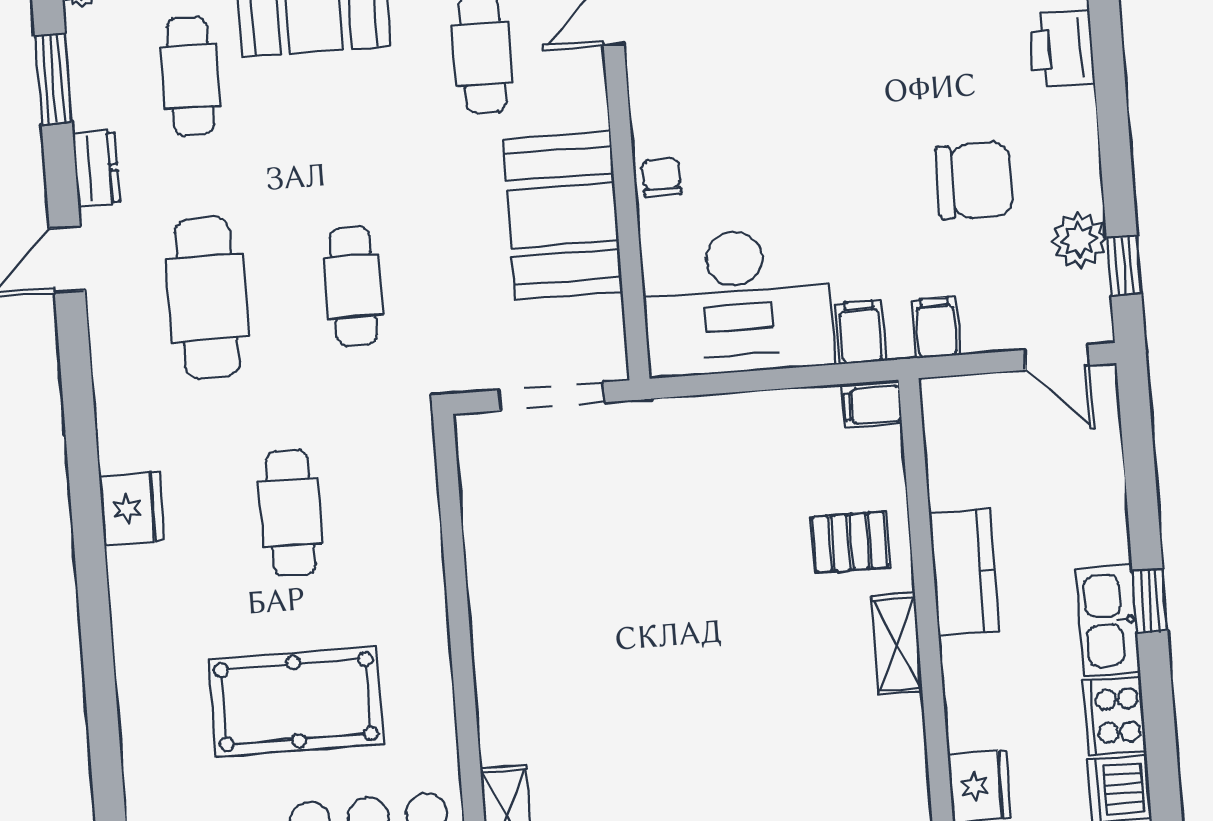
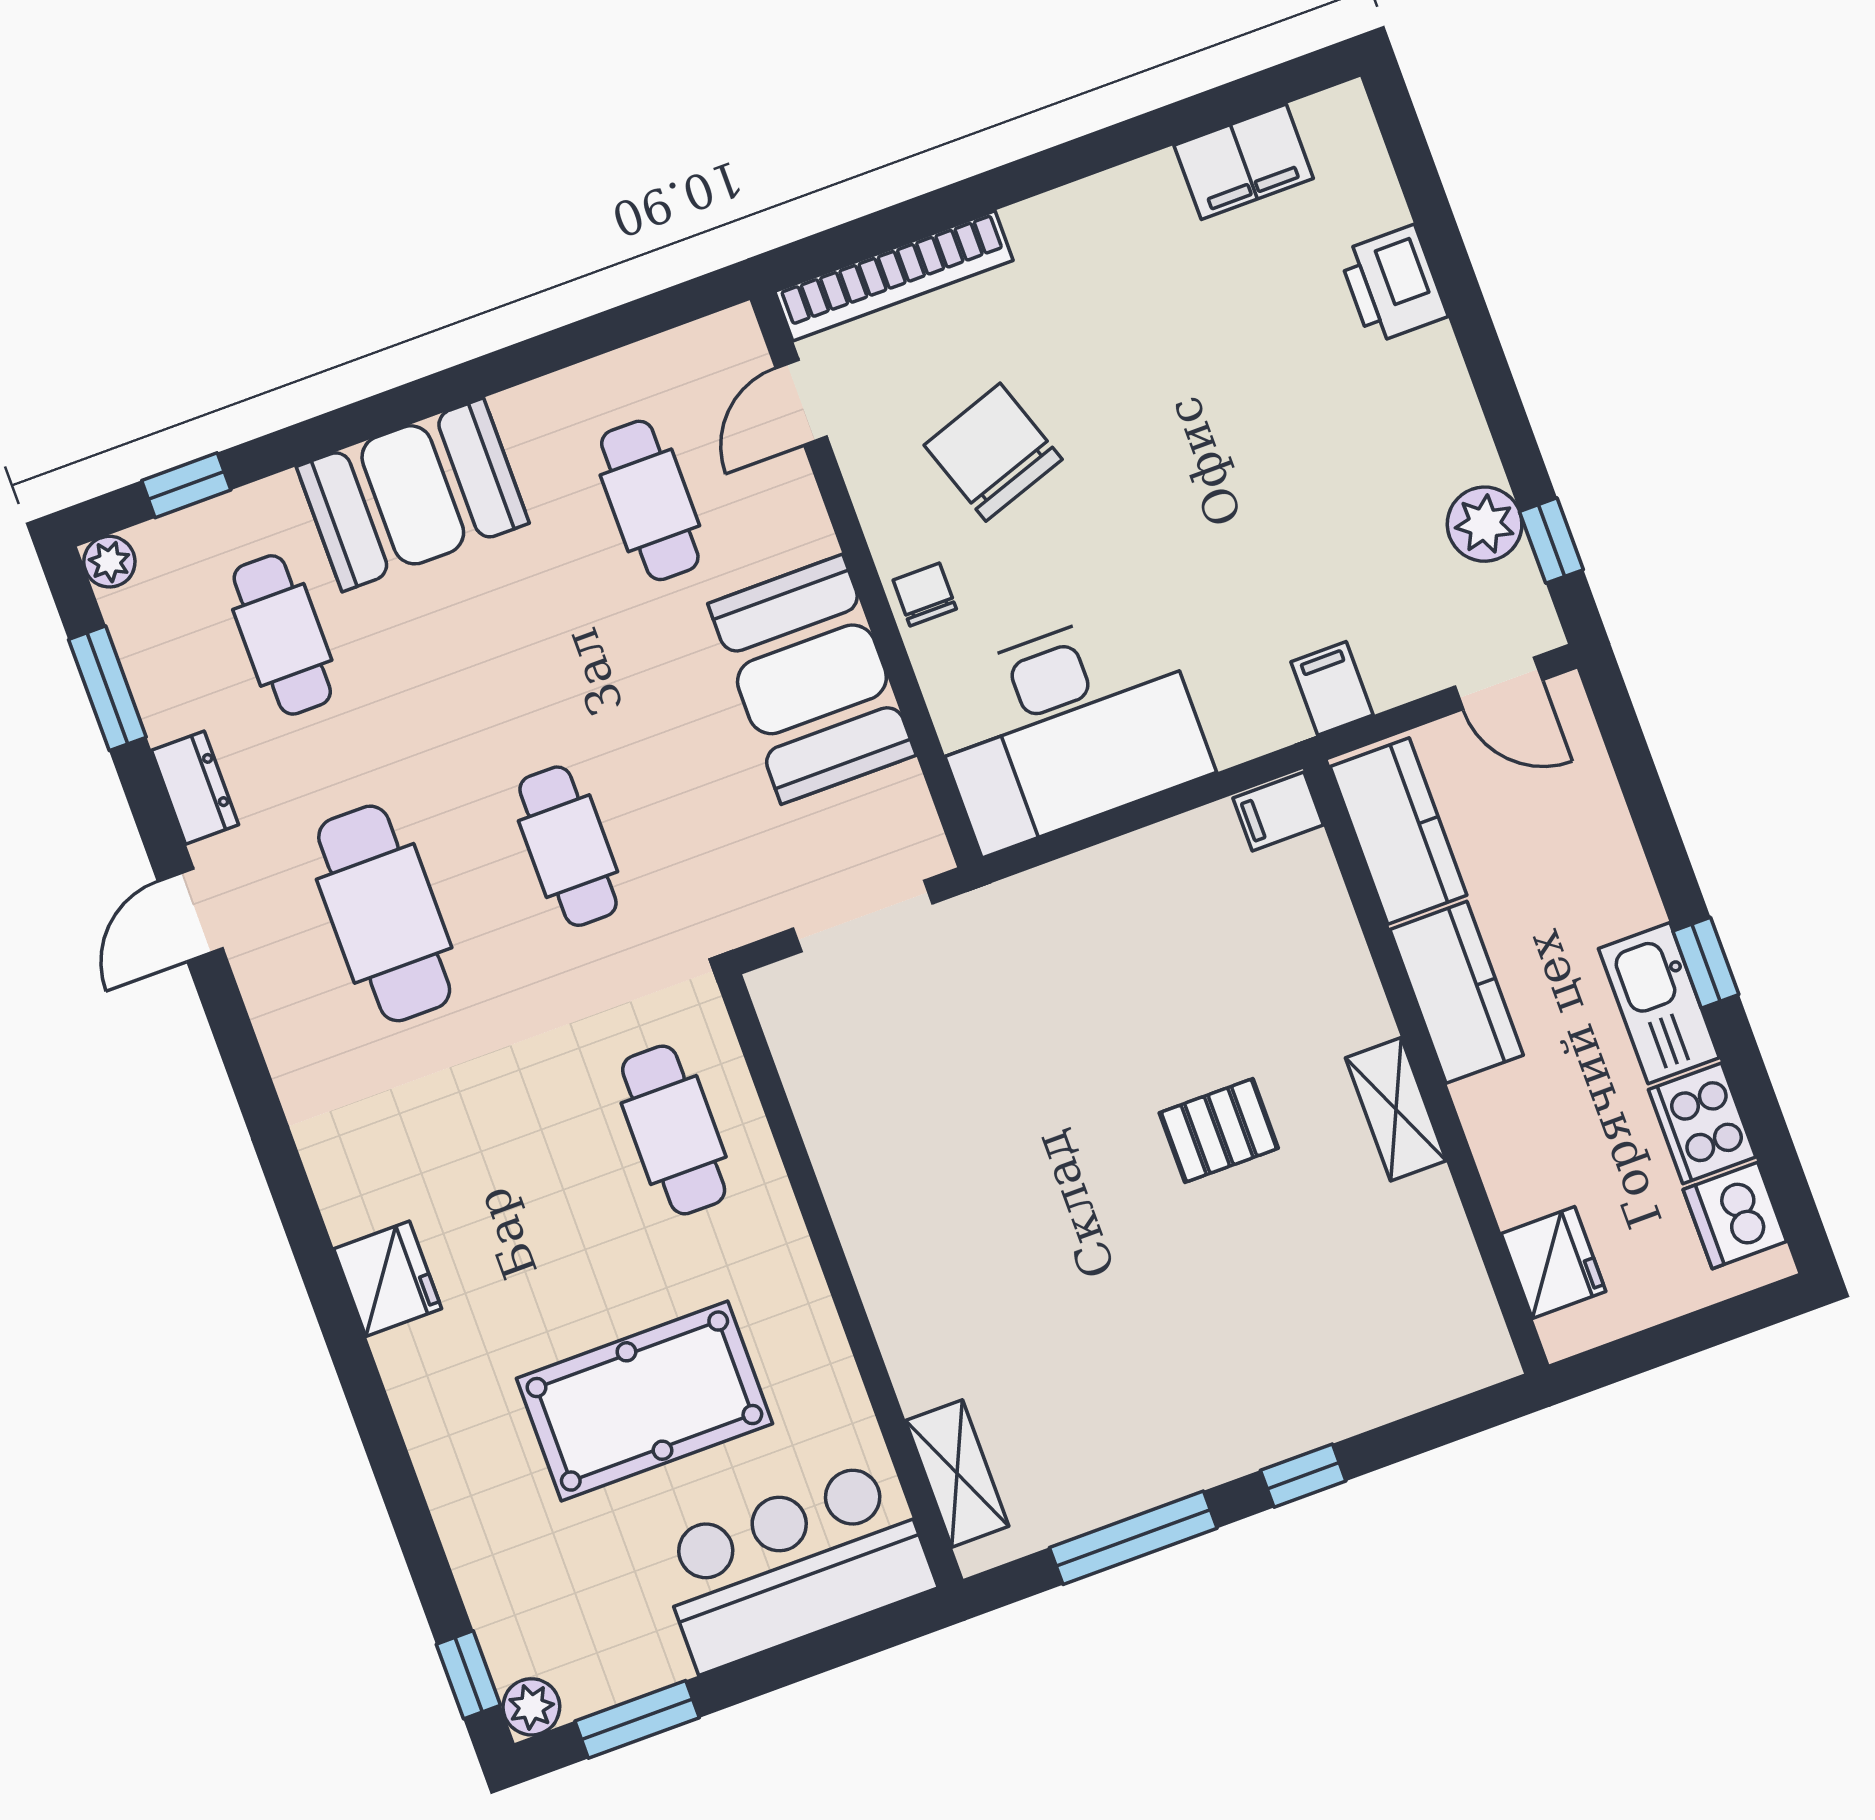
chair: (975, 181) -> (993, 452), moved, turned -109
filing cabinet: (860, 332) -> (1236, 722), removed
kitchen counter: (955, 444) -> (1399, 831), added
fridge: (132, 509) -> (388, 1279), moved
cafe table: (291, 513) -> (674, 1130), moved
pallet: (850, 542) -> (1219, 1131), moved

